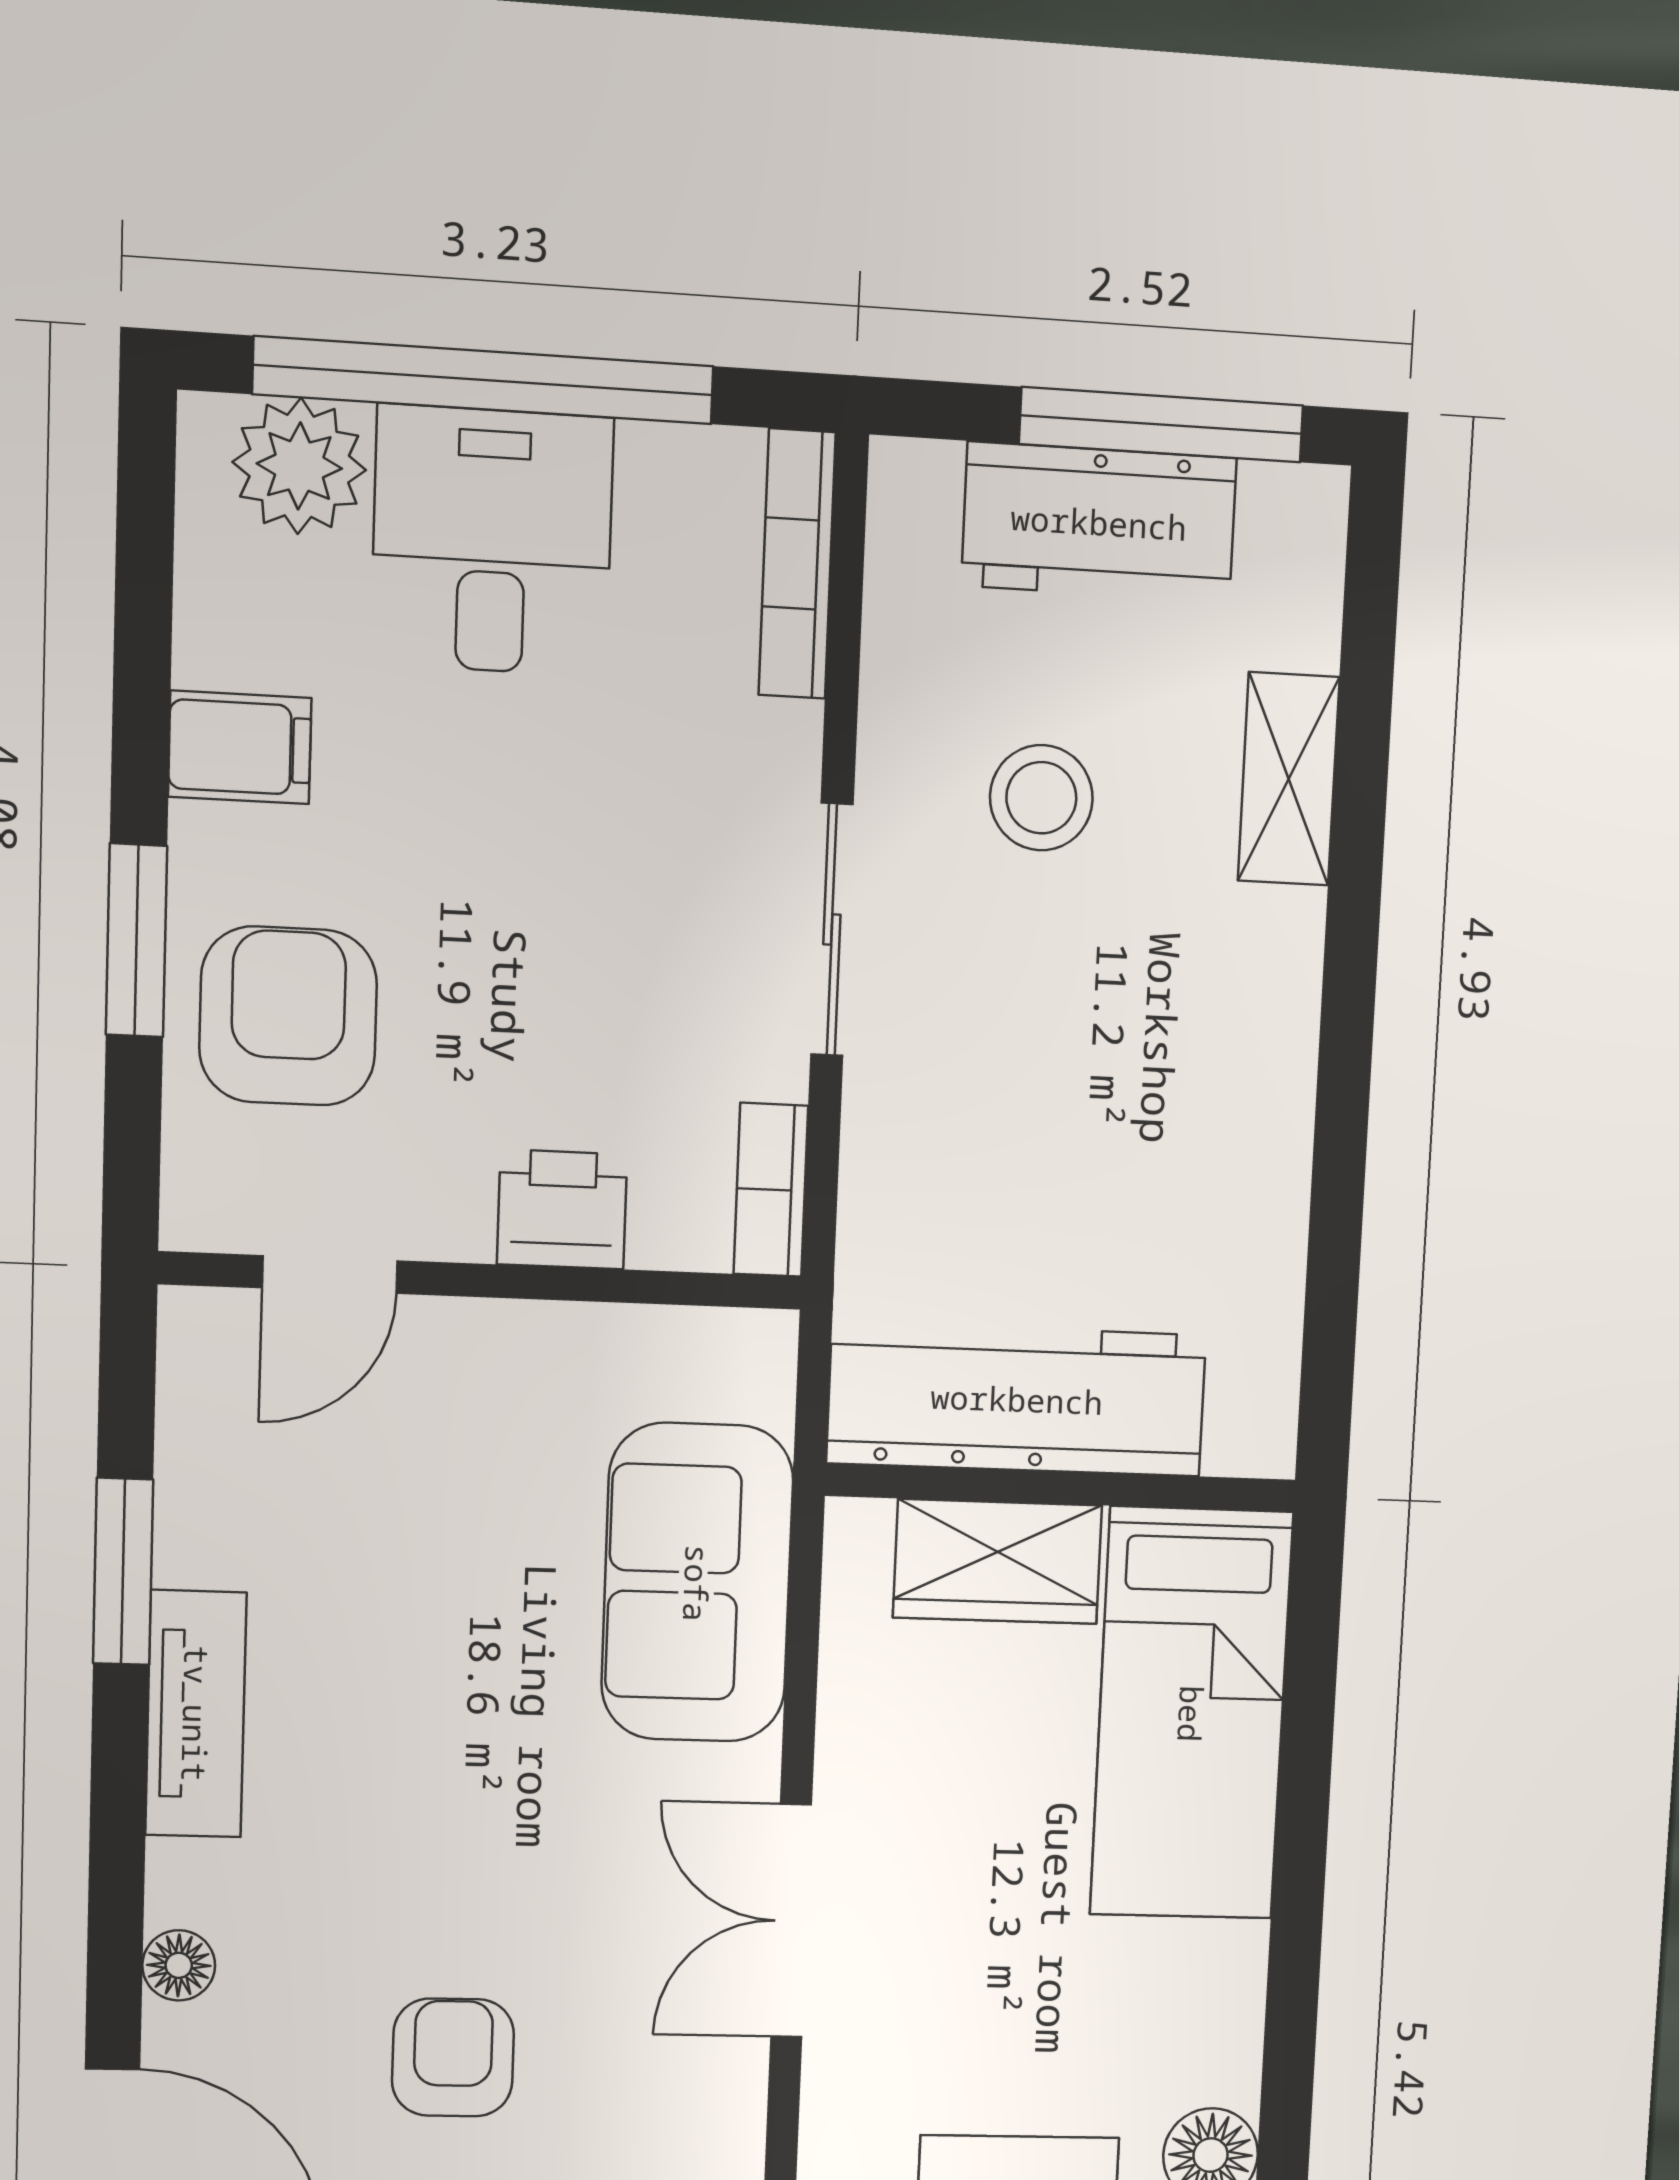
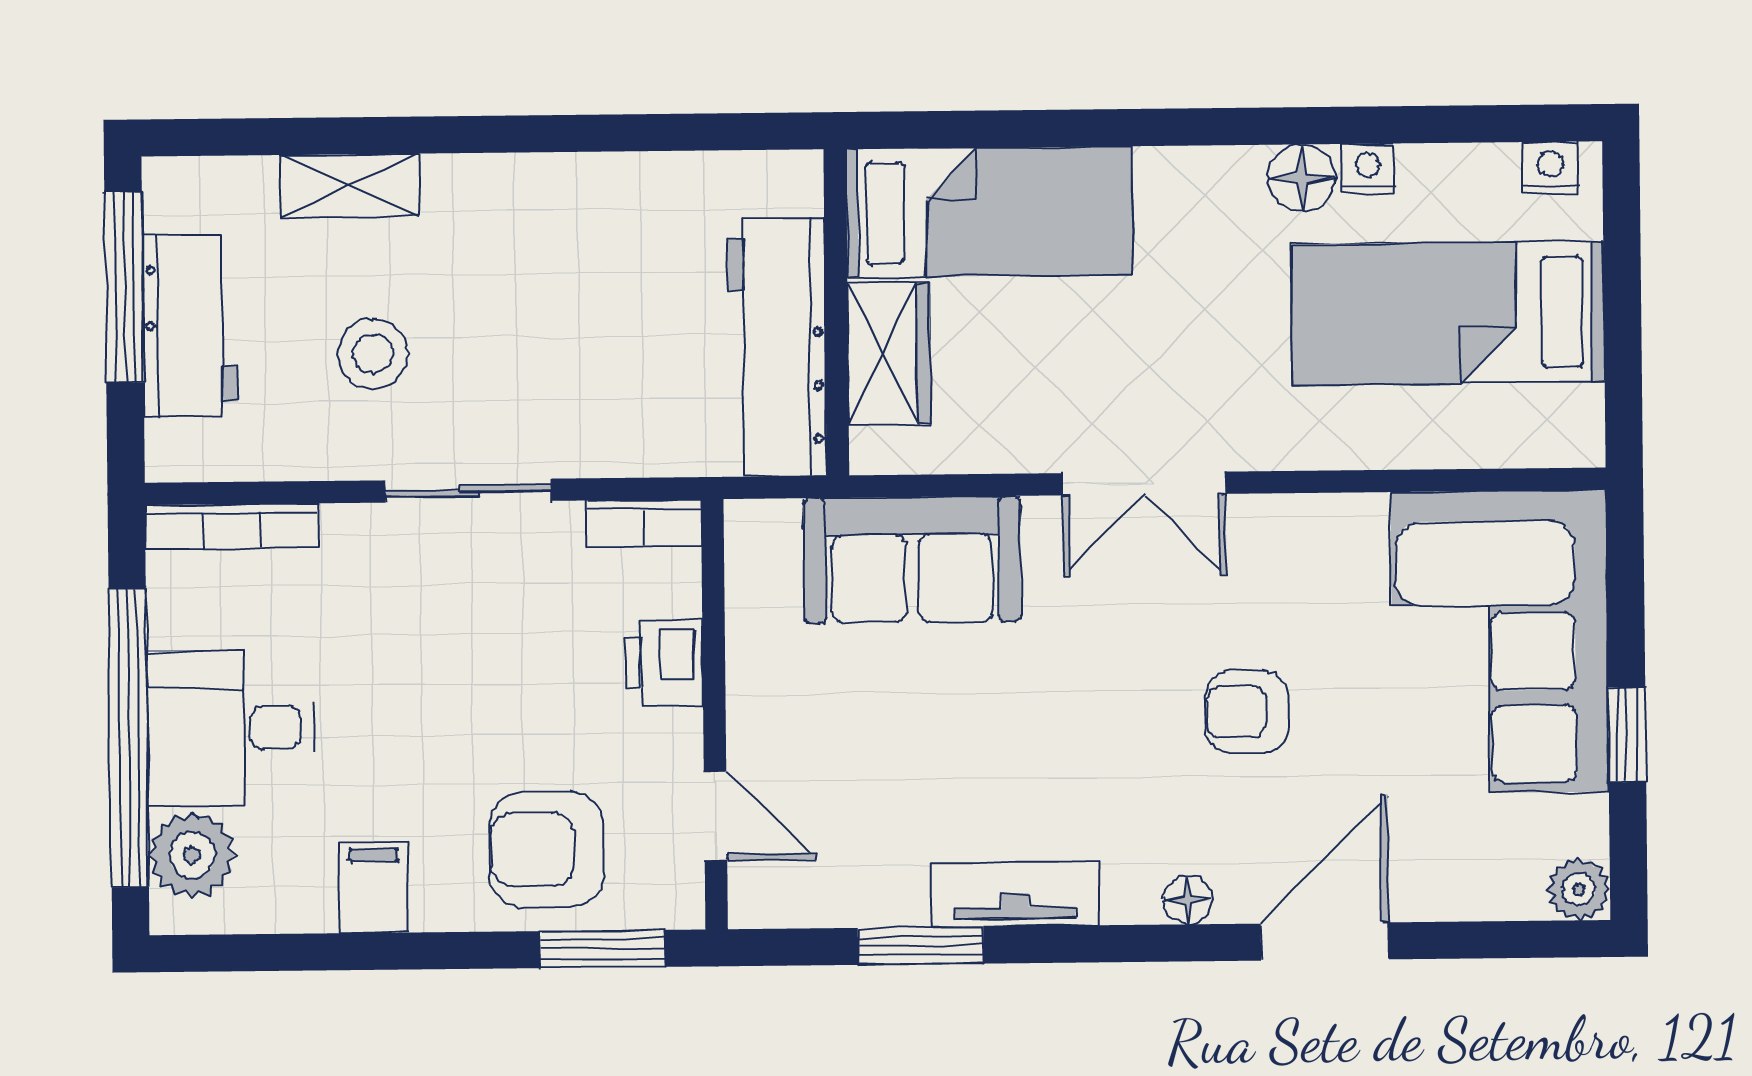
window: (136, 940) -> (602, 949), moved

